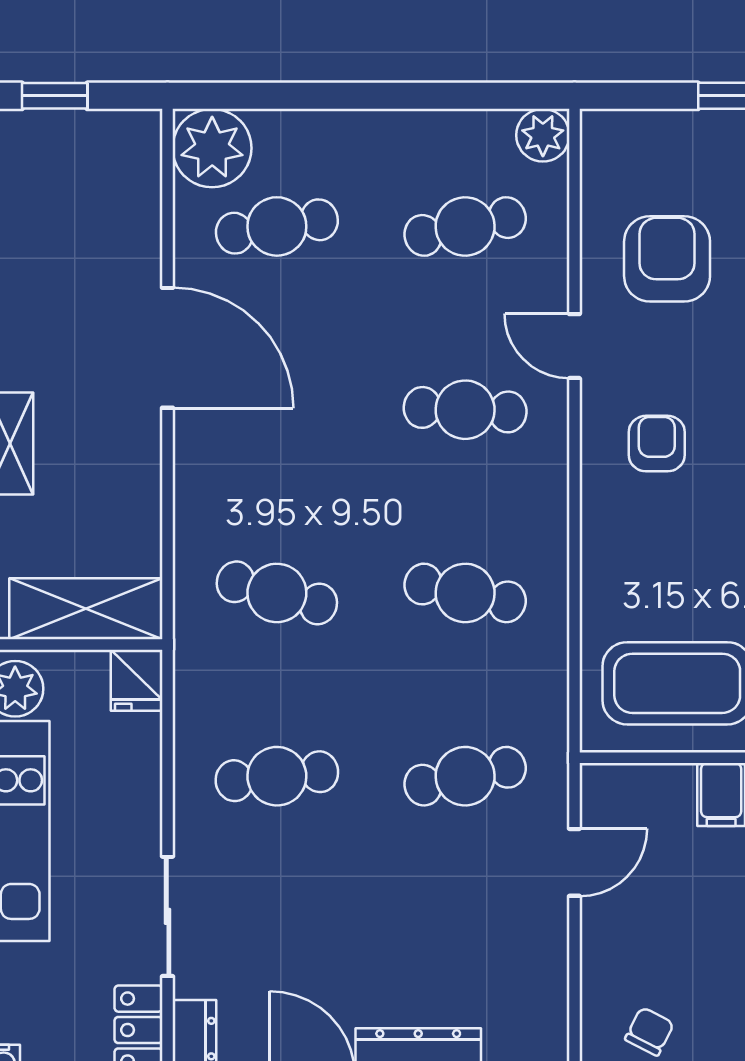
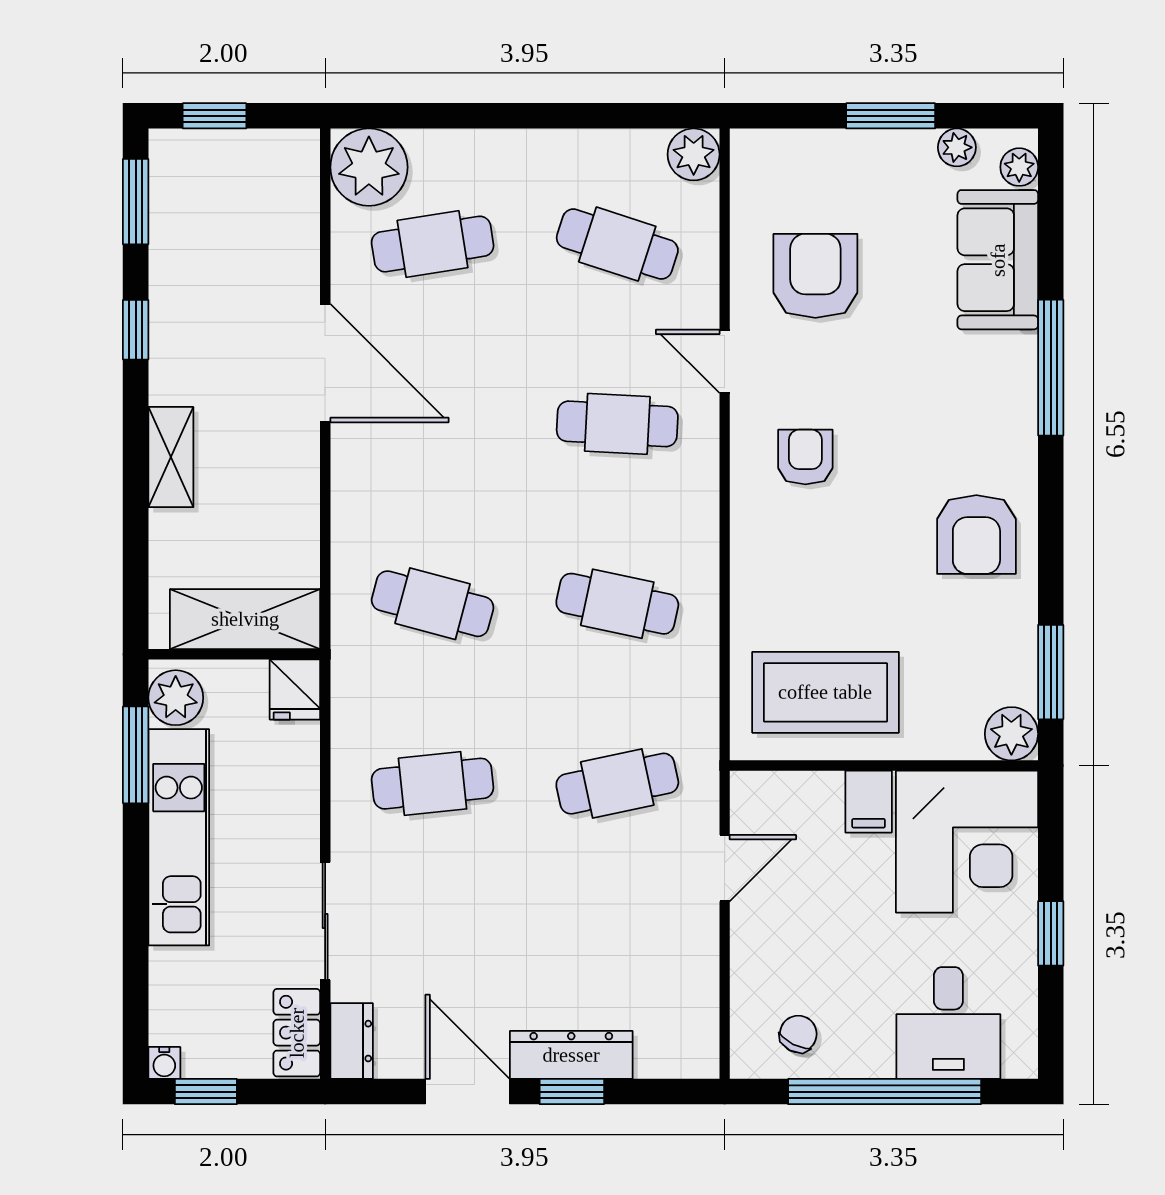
cafe table: (465, 226) -> (617, 244), turned 30

